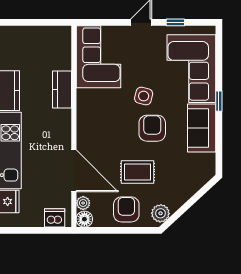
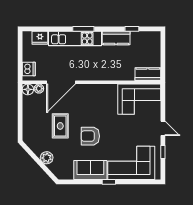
kitchen counter: (62, 90) -> (148, 74), moved
side table: (144, 96) -> (112, 130), removed
armchair: (152, 128) -> (90, 136), turned 180
armchair: (126, 209) -> (35, 118), removed
plant: (160, 213) -> (47, 158), moved

